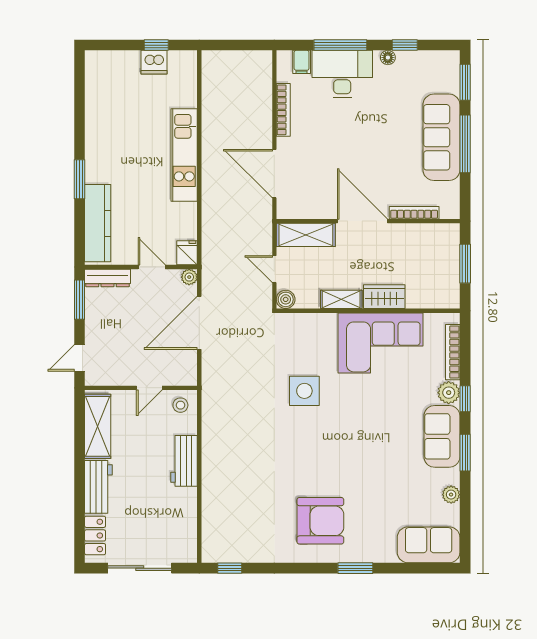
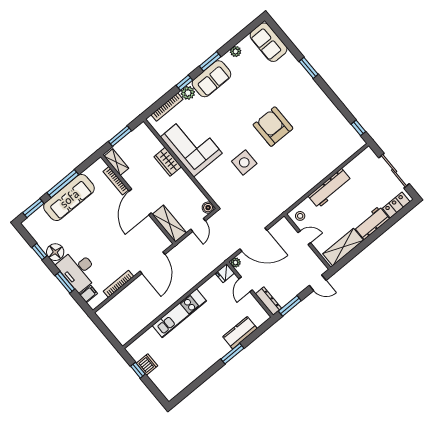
window: (340, 45) -> (65, 282), width x0.69
floor lamp: (388, 58) -> (55, 252), width x1.89, depth x1.89
kitchen counter: (98, 223) -> (240, 333), width x0.67
shelving: (341, 299) -> (116, 162), moved
workbench: (184, 461) -> (330, 188), width x1.38
armchair: (320, 521) -> (273, 127), moved

